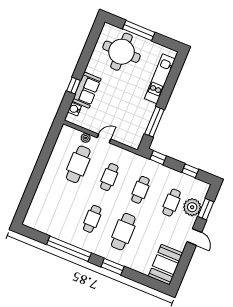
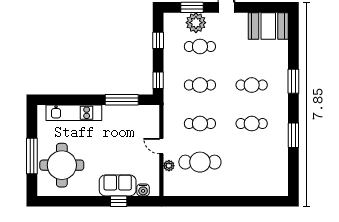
cafe table: (123, 232) -> (252, 85), width x0.73, depth x0.74
window: (69, 249) -> (293, 135), width x0.47

